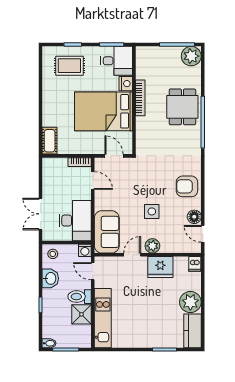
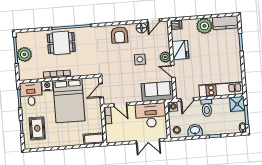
plant: (191, 56) -> (24, 54), moved
door: (93, 181) -> (120, 105), swing flipped
shower: (81, 314) -> (237, 104), moved

